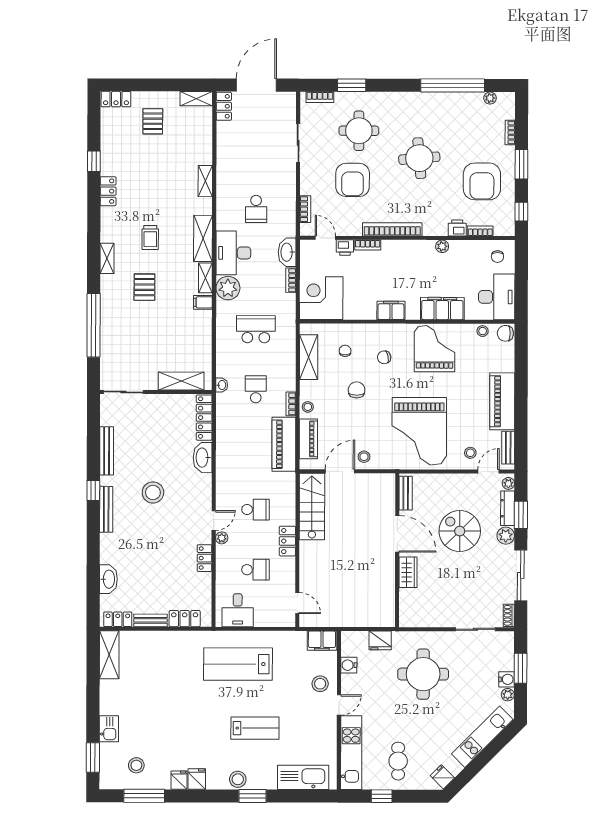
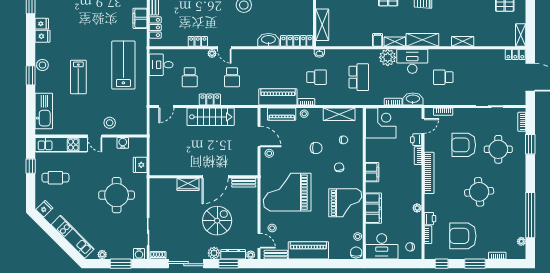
stairs: (312, 506) -> (211, 117), moved
filing cabinet: (322, 641) -> (140, 18), moved
water cooler: (506, 679) -> (139, 254), moved

